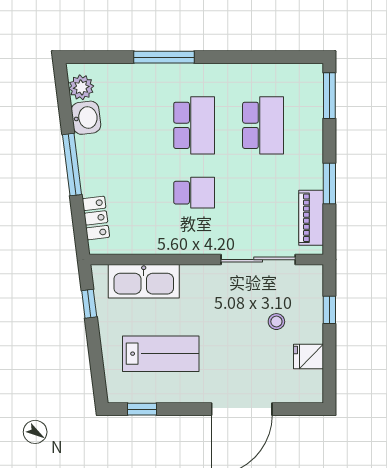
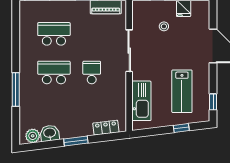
window: (72, 165) -> (76, 141), width x0.69
sliding door: (258, 260) -> (129, 51), moved
window: (89, 304) -> (181, 128), moved
lab bench: (161, 354) -> (182, 91), turned 180

